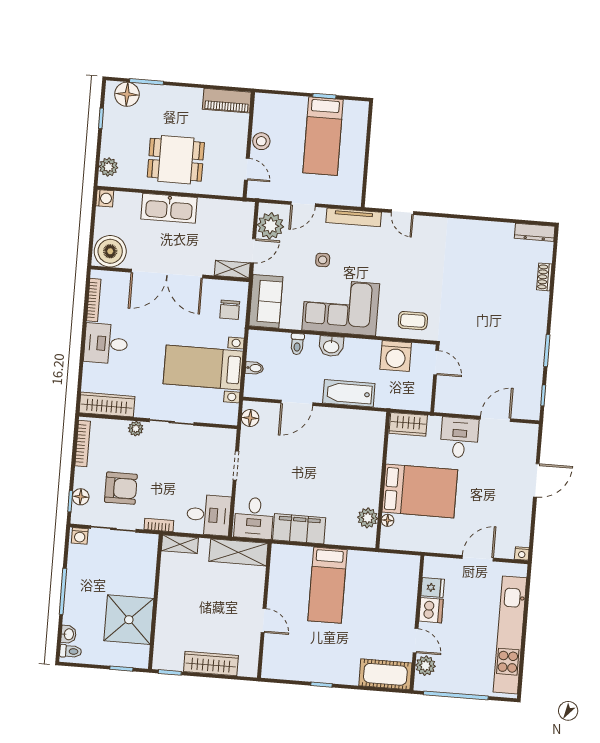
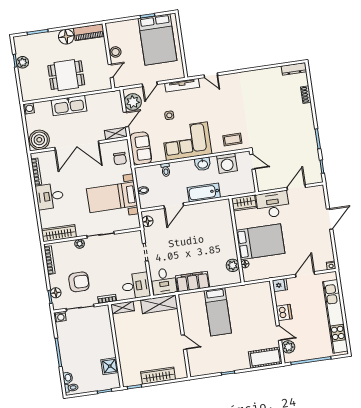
floor lamp: (127, 94) -> (66, 37), moved
bed: (323, 136) -> (157, 39), width x1.50
plant: (108, 167) -> (23, 62), moved
door: (247, 169) -> (111, 71), hinge flipped
washbasin: (331, 346) -> (203, 164), moved
desk: (459, 438) -> (273, 205), width x1.37
fridge: (433, 588) -> (280, 285), moved
shower: (129, 620) -> (110, 366), width x0.54, depth x0.54

